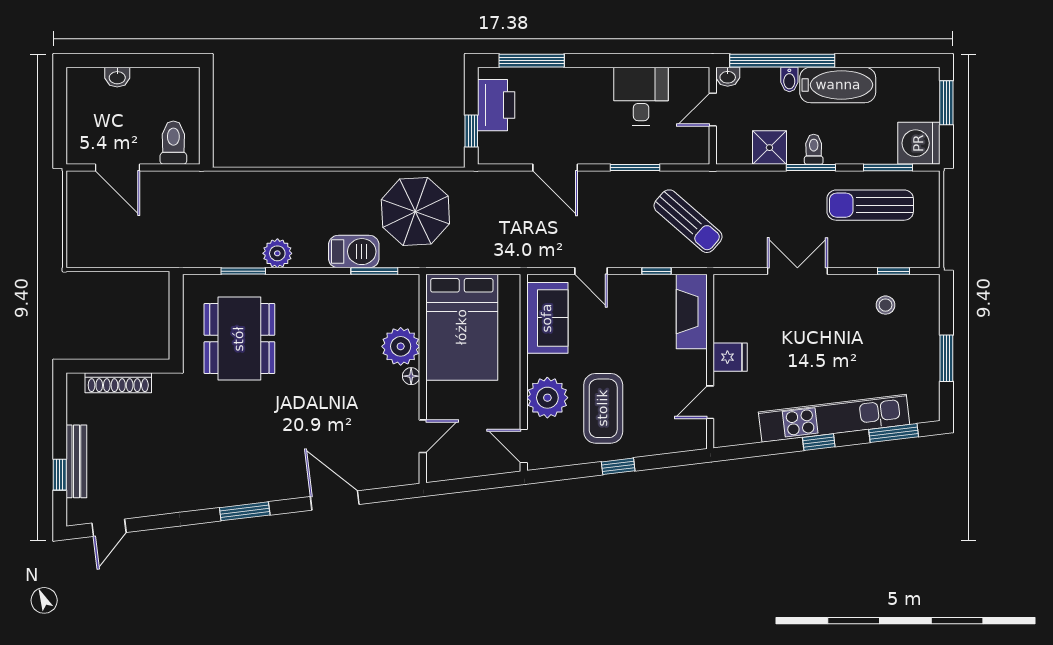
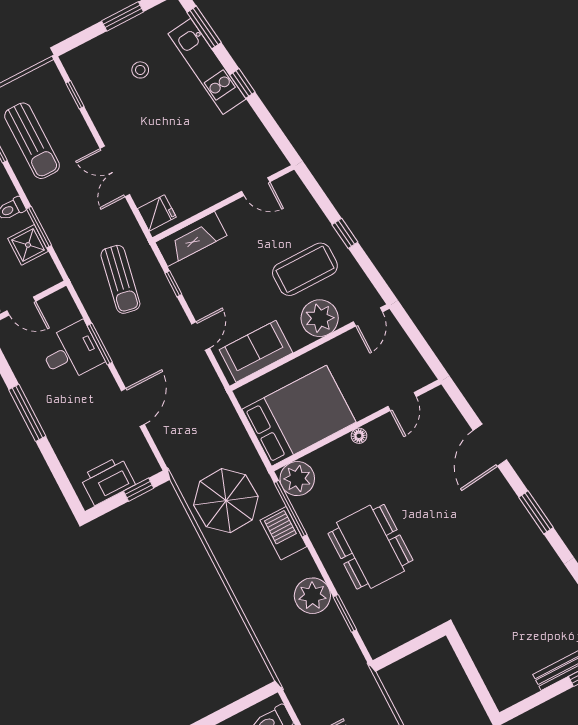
window: (532, 61) -> (27, 413), moved
desk: (641, 96) -> (71, 352), moved, turned 180
window: (811, 168) -> (39, 227), moved
sun lounger: (688, 221) -> (120, 279), turned 150
plant: (277, 253) -> (312, 596), width x1.36, depth x1.36
window: (374, 271) -> (290, 509), width x1.44
stool: (885, 305) -> (140, 70), moved
dining table: (239, 339) -> (370, 547), moved, turned 90
plant: (401, 346) -> (297, 479), moved
fridge: (730, 357) -> (157, 213), moved, turned 90
shoe rack: (118, 383) -> (486, 667), removed
kitchen unit: (834, 418) -> (207, 66), width x0.73
door: (423, 436) -> (402, 401), swing flipped

